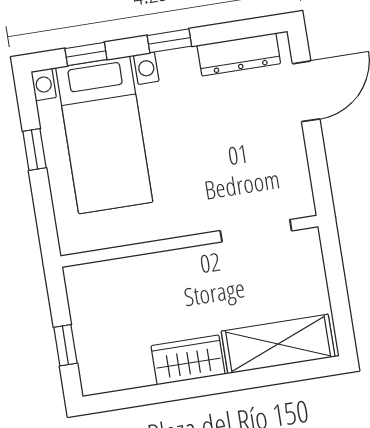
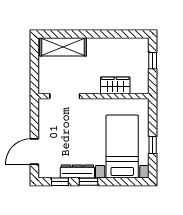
window: (86, 54) -> (60, 182), moved
dresser: (239, 54) -> (77, 171), moved
wardrobe: (188, 360) -> (115, 85), moved, turned 180

